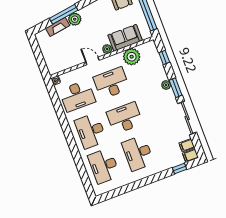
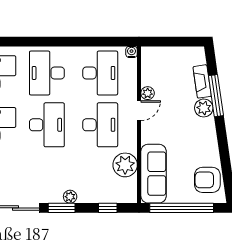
sofa: (125, 38) -> (154, 174), width x1.36
plant: (107, 49) -> (148, 93), moved
desk: (77, 96) -> (100, 73), turned 180
desk: (91, 131) -> (47, 73), turned -90

